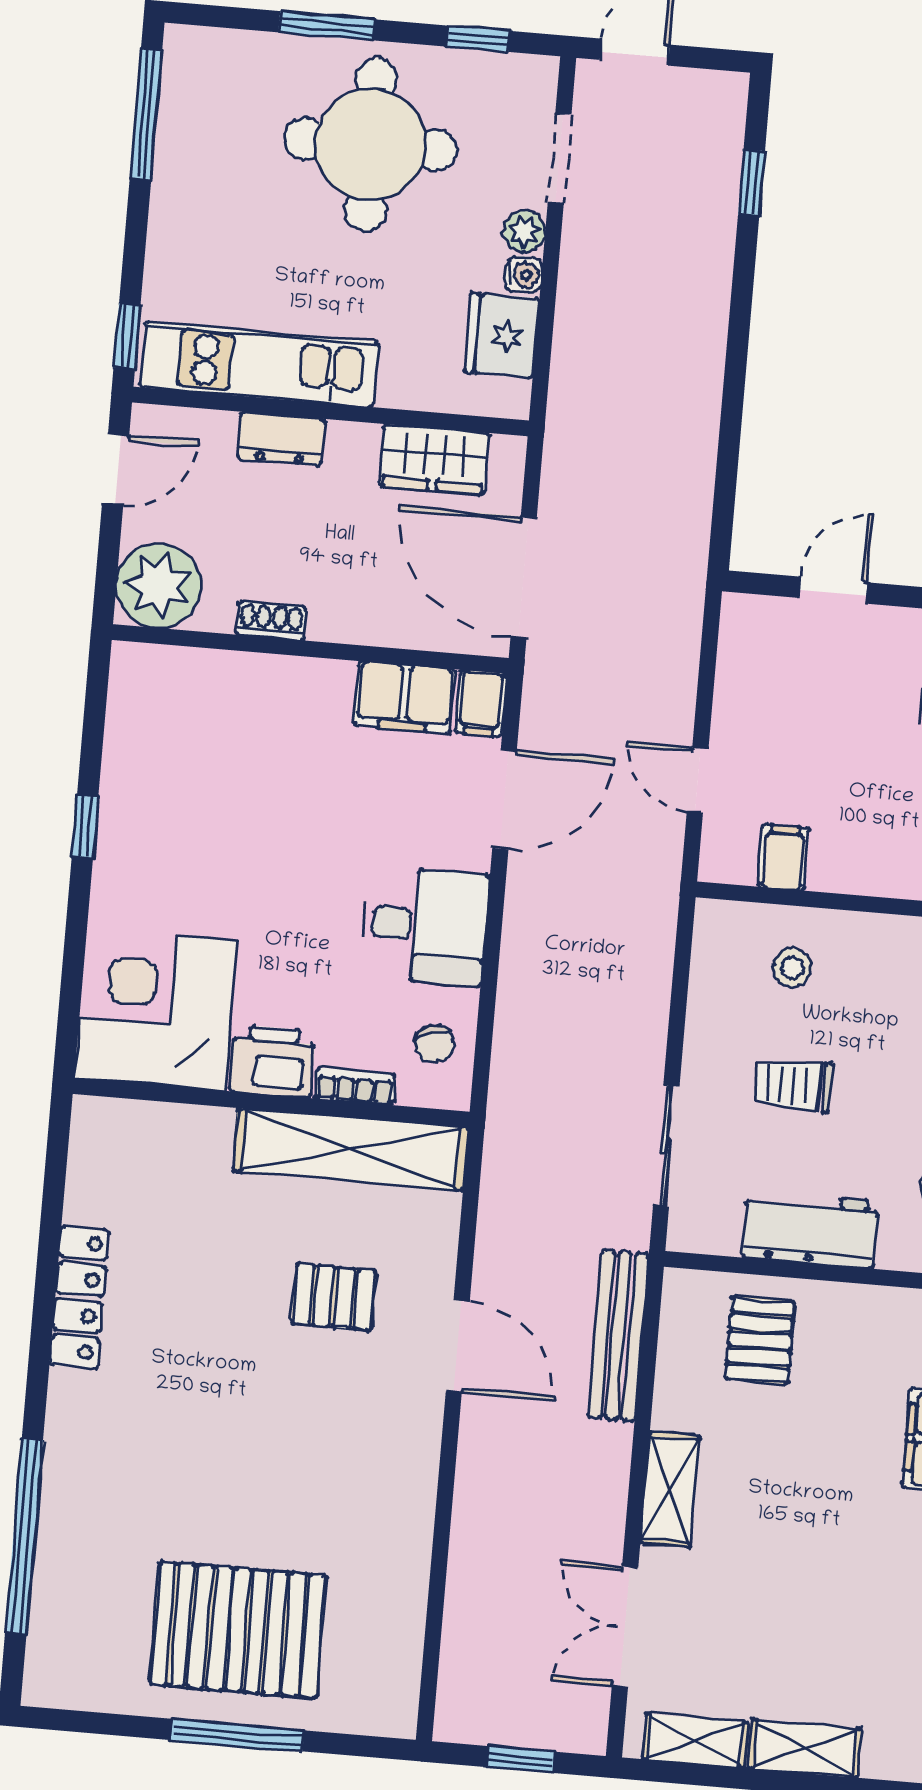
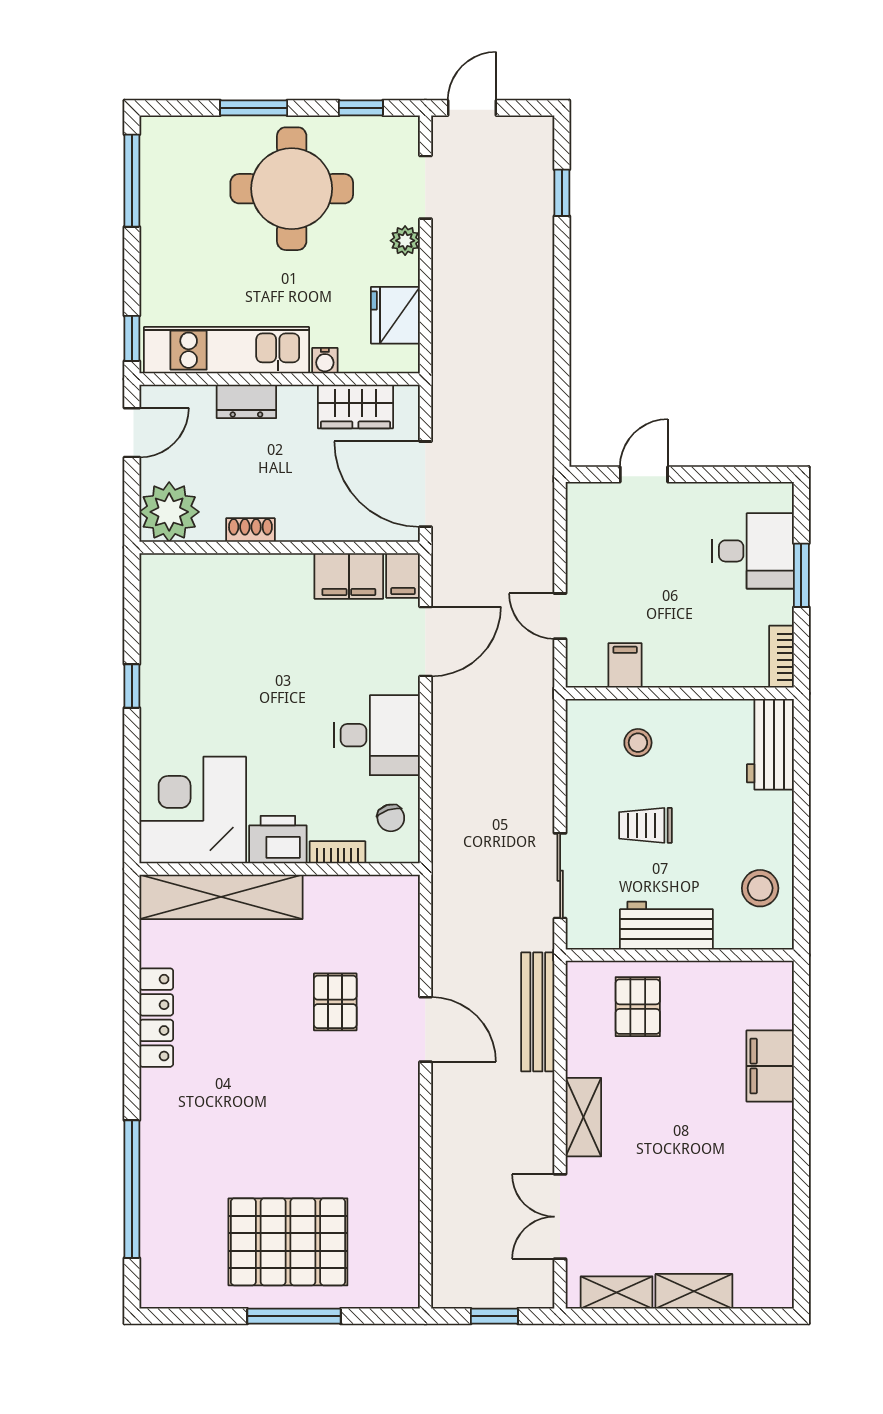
water cooler: (523, 275) -> (325, 361), moved, turned 90
shelving: (351, 1149) -> (221, 897), moved
pallet: (334, 1297) -> (335, 1002), turned 90

